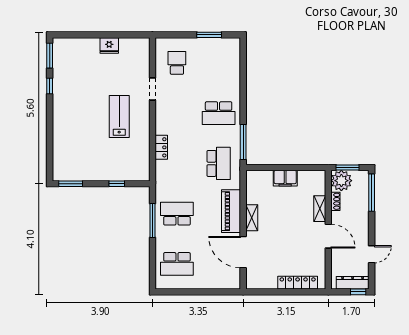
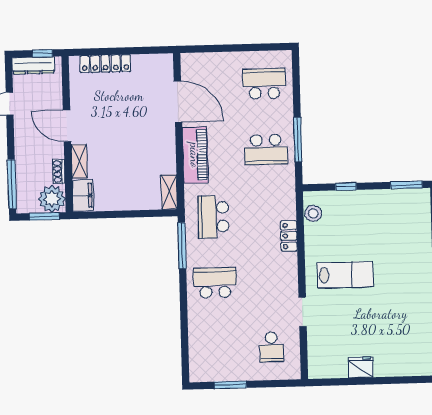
lab bench: (119, 116) -> (345, 275), turned -90
stool: (142, 164) -> (313, 213), added
filing cabinet: (285, 178) -> (83, 195), moved, turned 90
shelving: (252, 218) -> (169, 192), moved
window: (358, 292) -> (42, 53), moved

